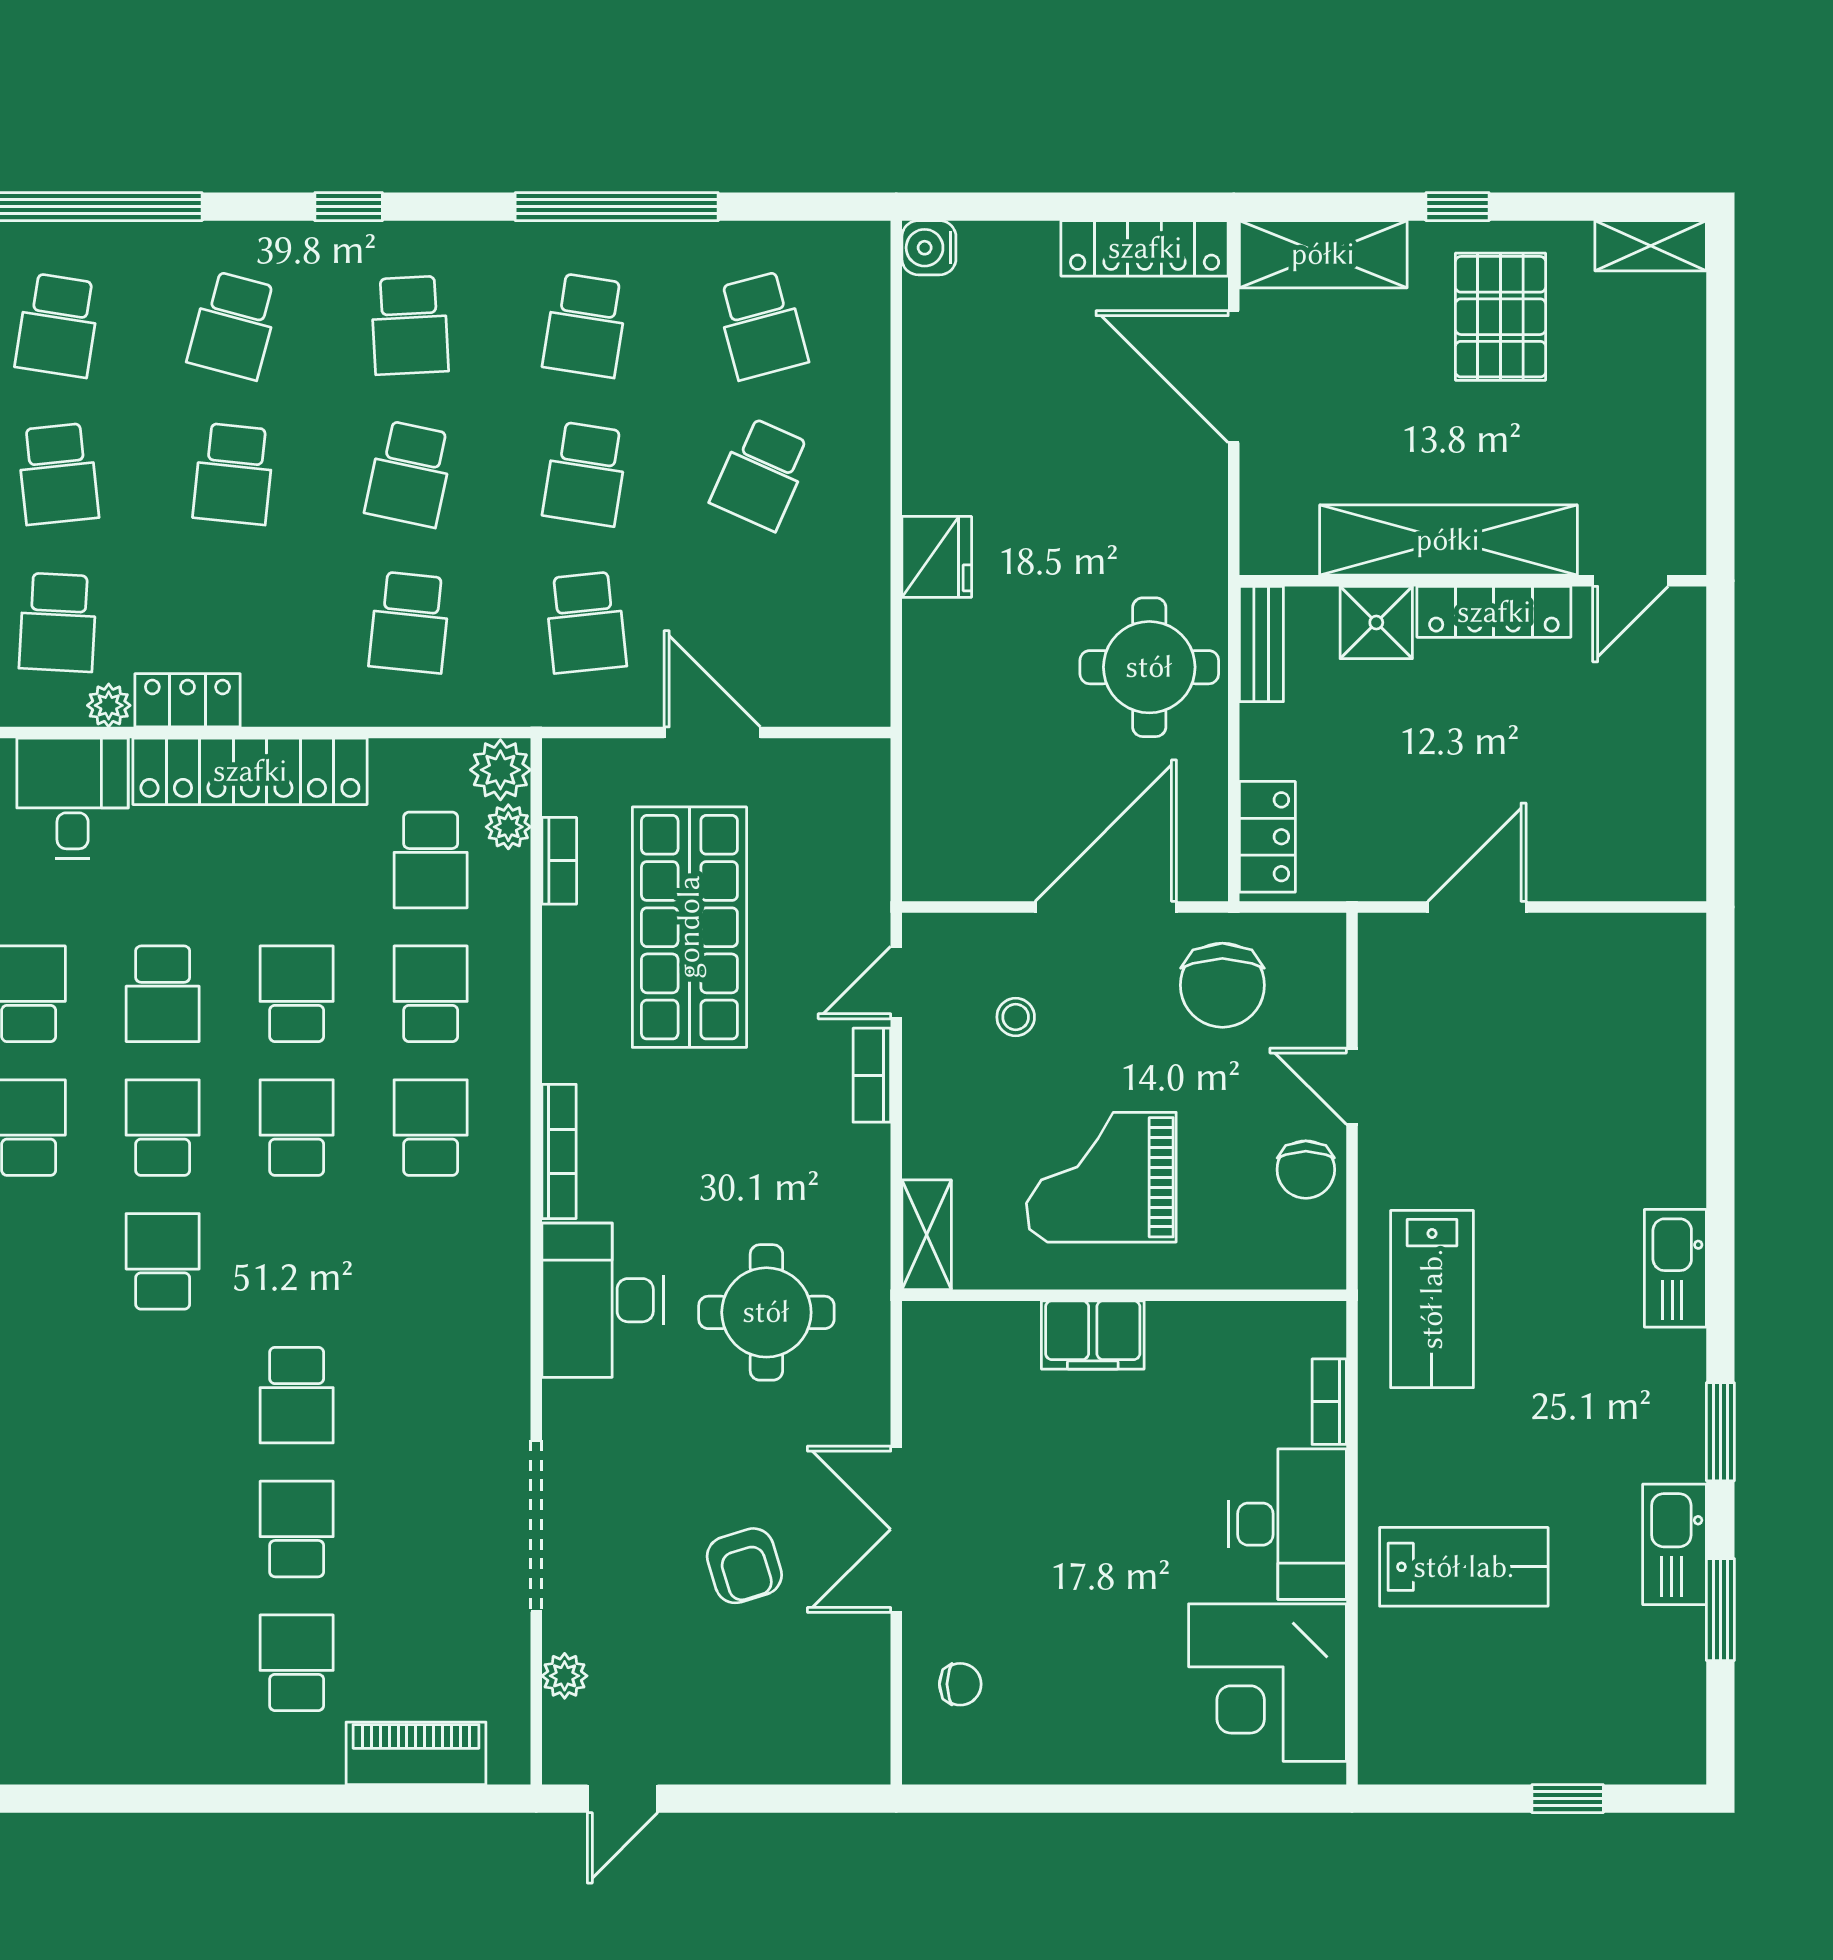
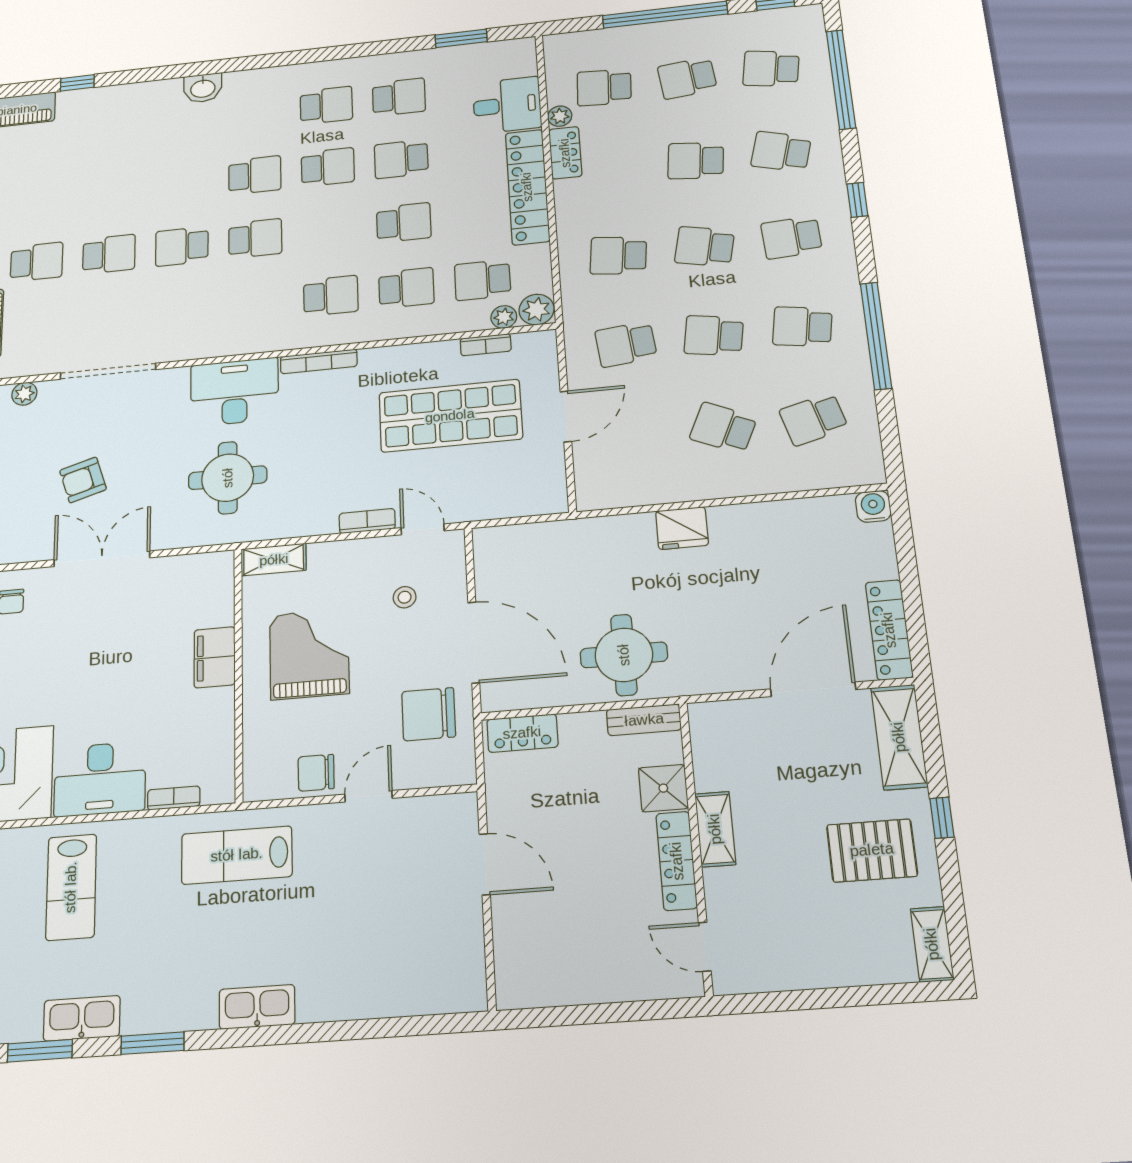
shelving: (1448, 540) -> (715, 829), width x0.45, depth x0.75
school desk: (297, 1128) -> (255, 239), moved

